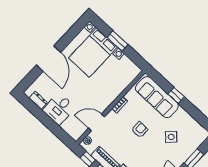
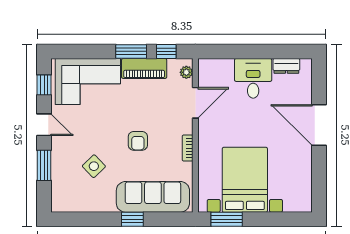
window: (117, 41) -> (227, 219), moved
bed with nightstands: (93, 52) -> (245, 180), moved

